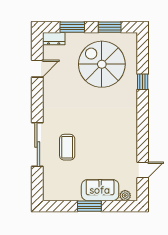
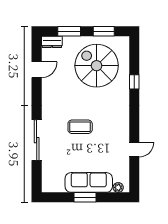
coffee table: (67, 147) -> (80, 127), moved, turned 90
door: (143, 170) -> (134, 150), moved
sofa: (100, 190) -> (89, 182), width x1.36

